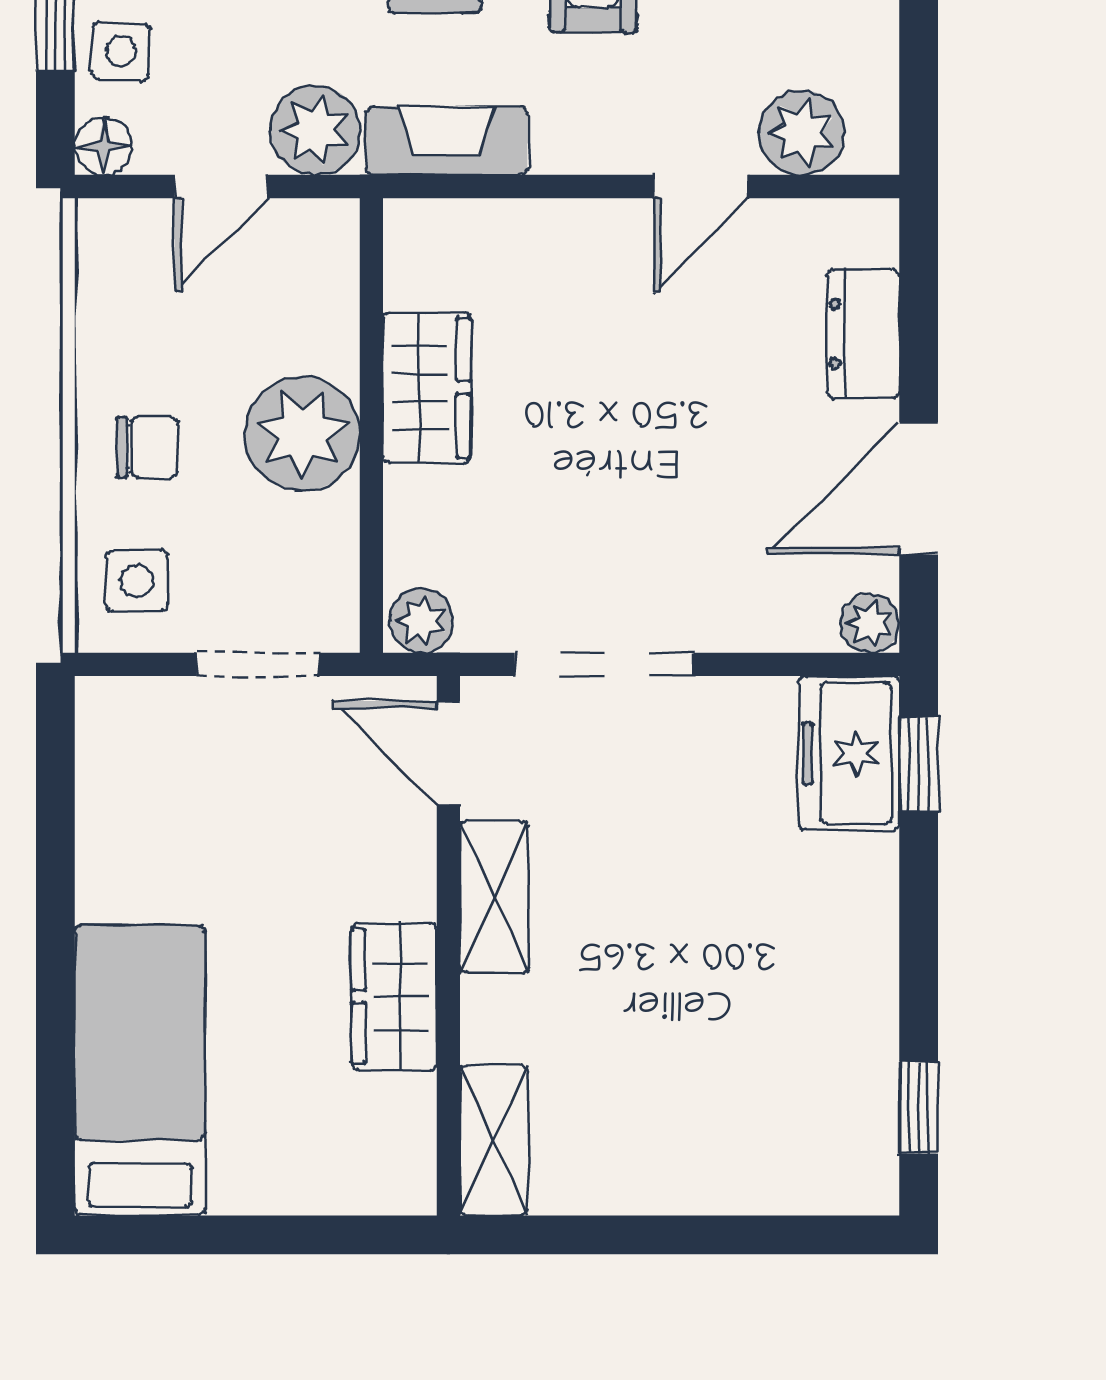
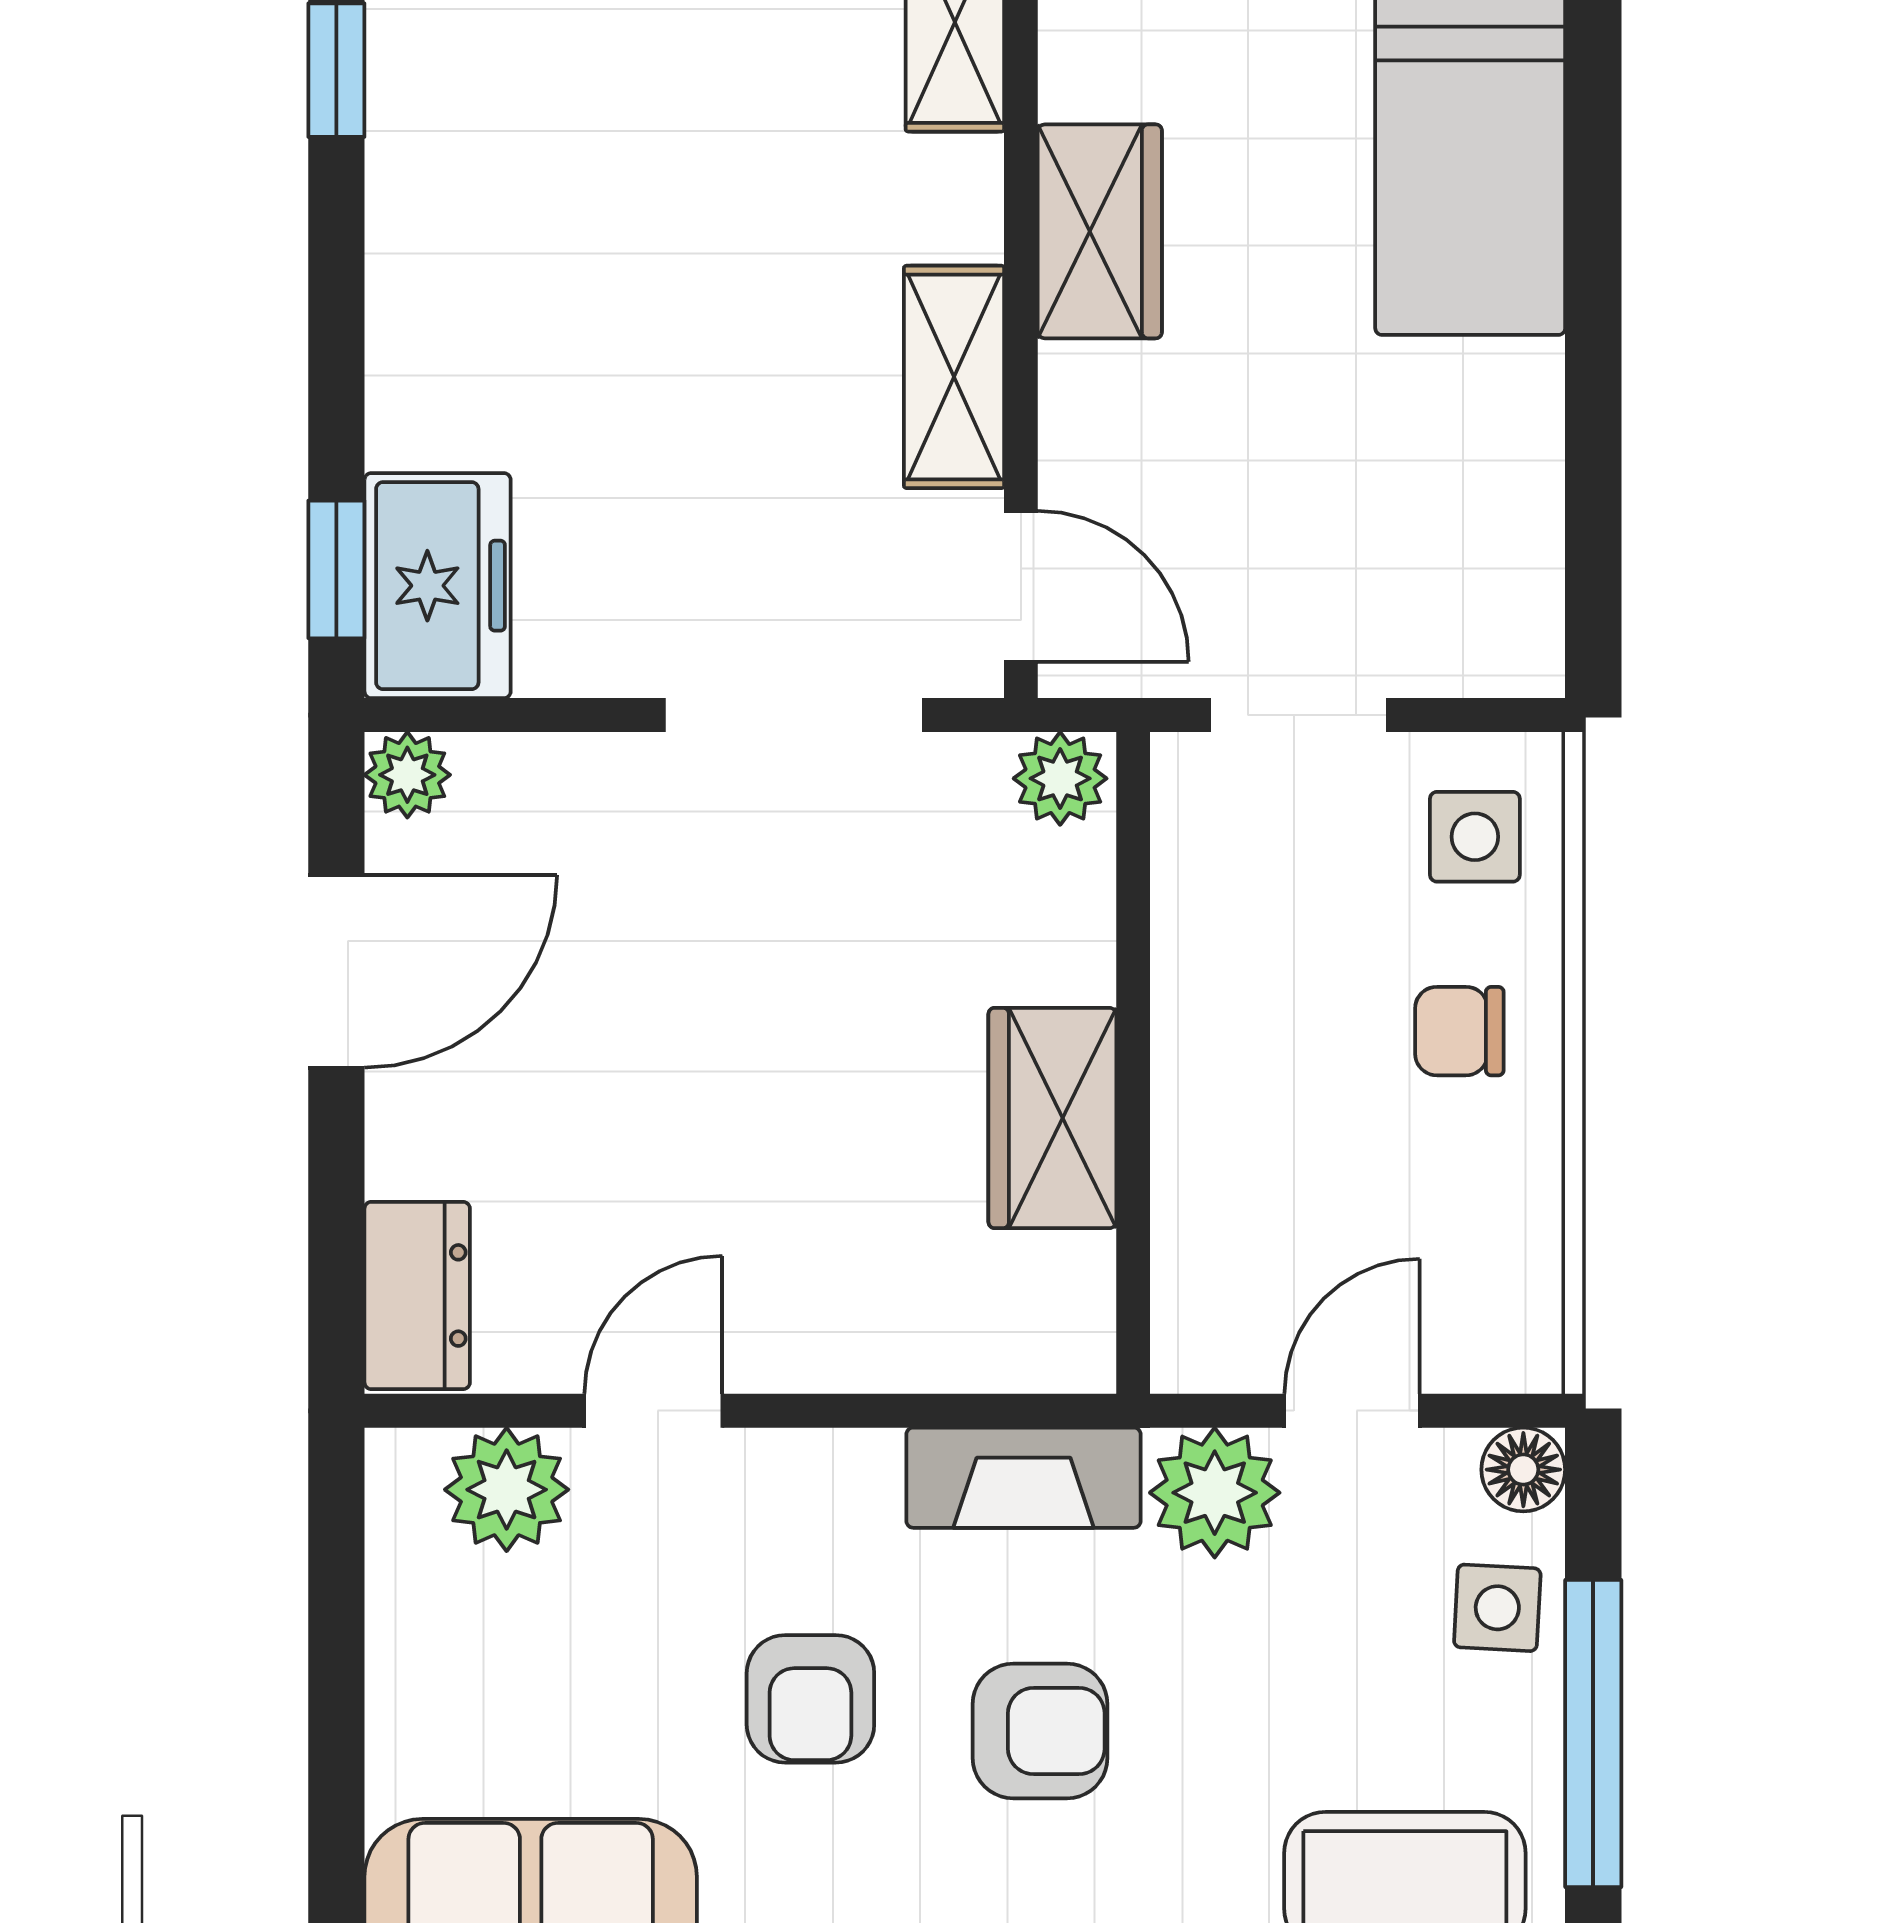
dresser: (863, 334) -> (417, 1295), moved
plant: (302, 434) -> (1234, 1051), removed

